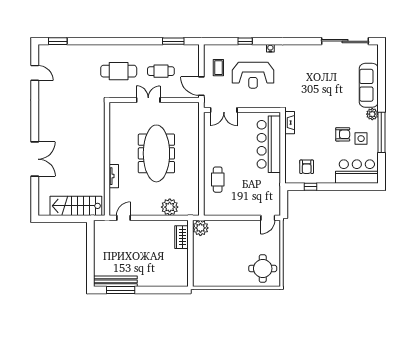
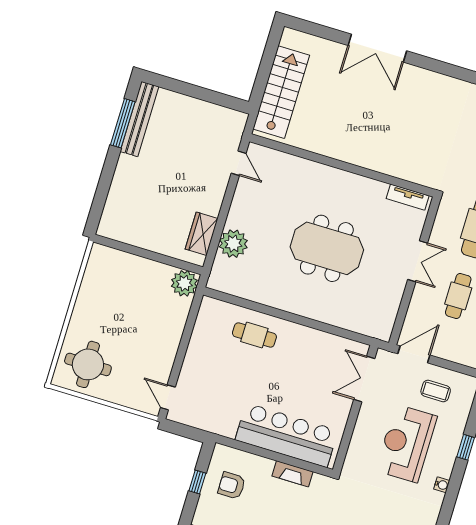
fireplace: (290, 123) -> (292, 474), moved
meeting table: (156, 153) -> (327, 248), width x0.73
tv unit: (114, 176) -> (408, 197), moved
wardrobe: (181, 237) -> (202, 234), moved, turned -90

